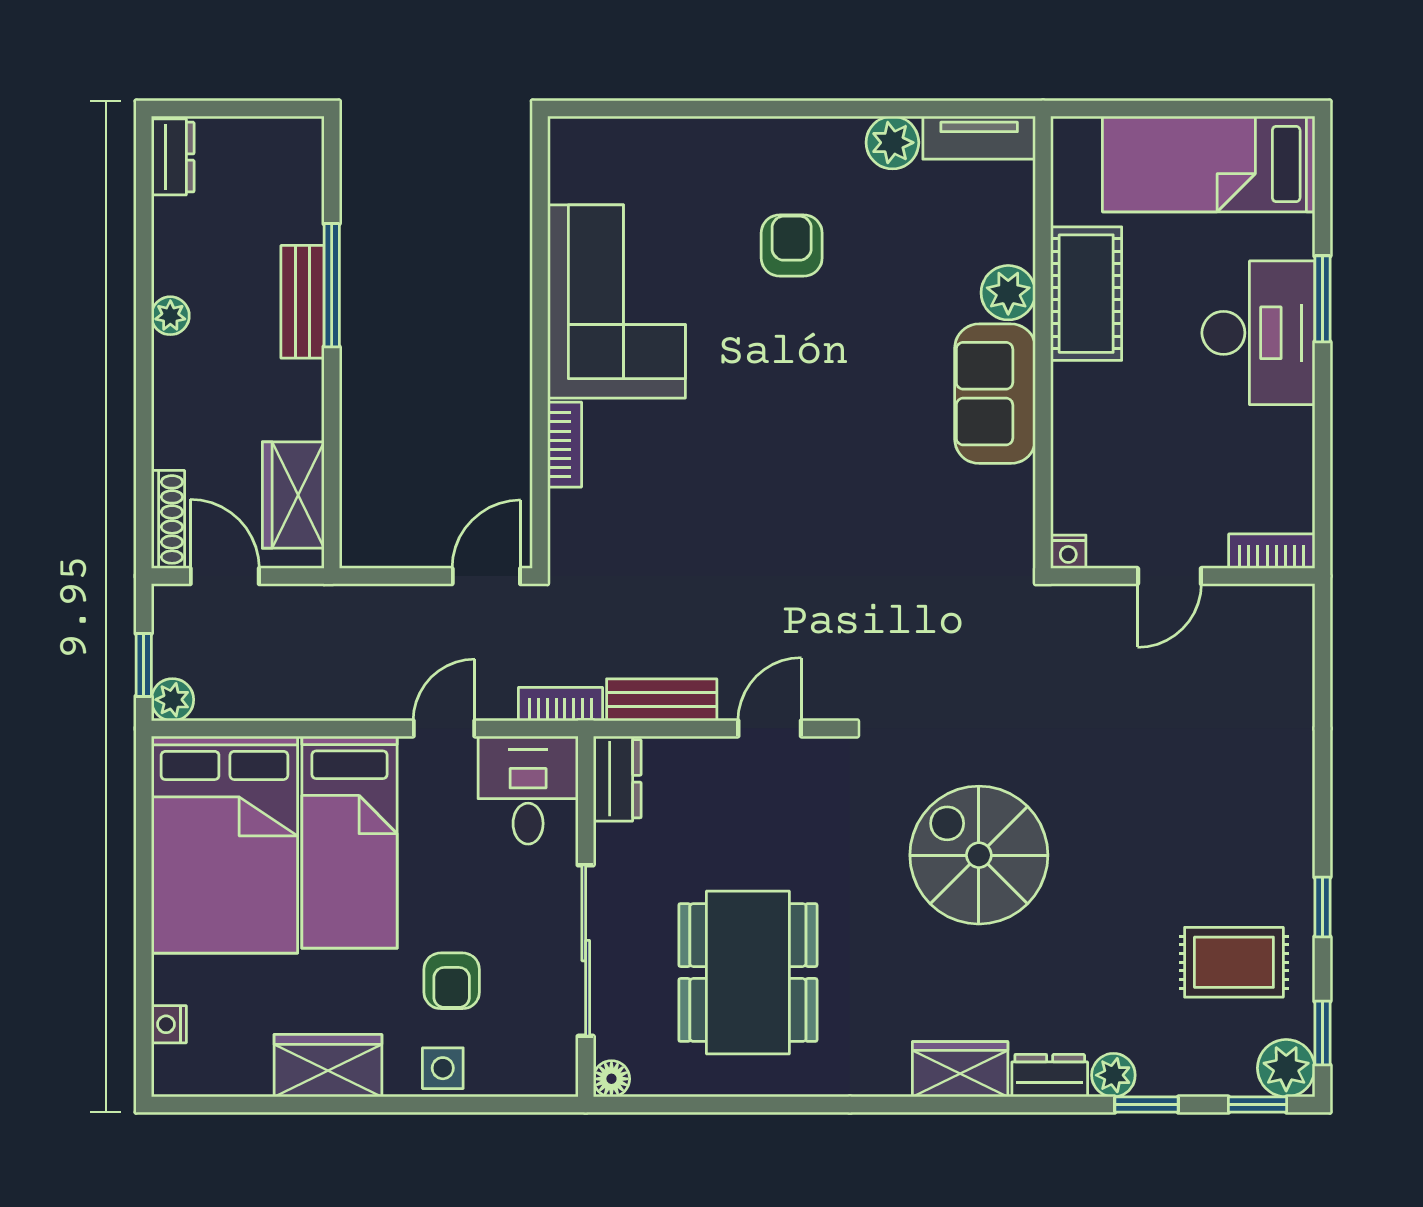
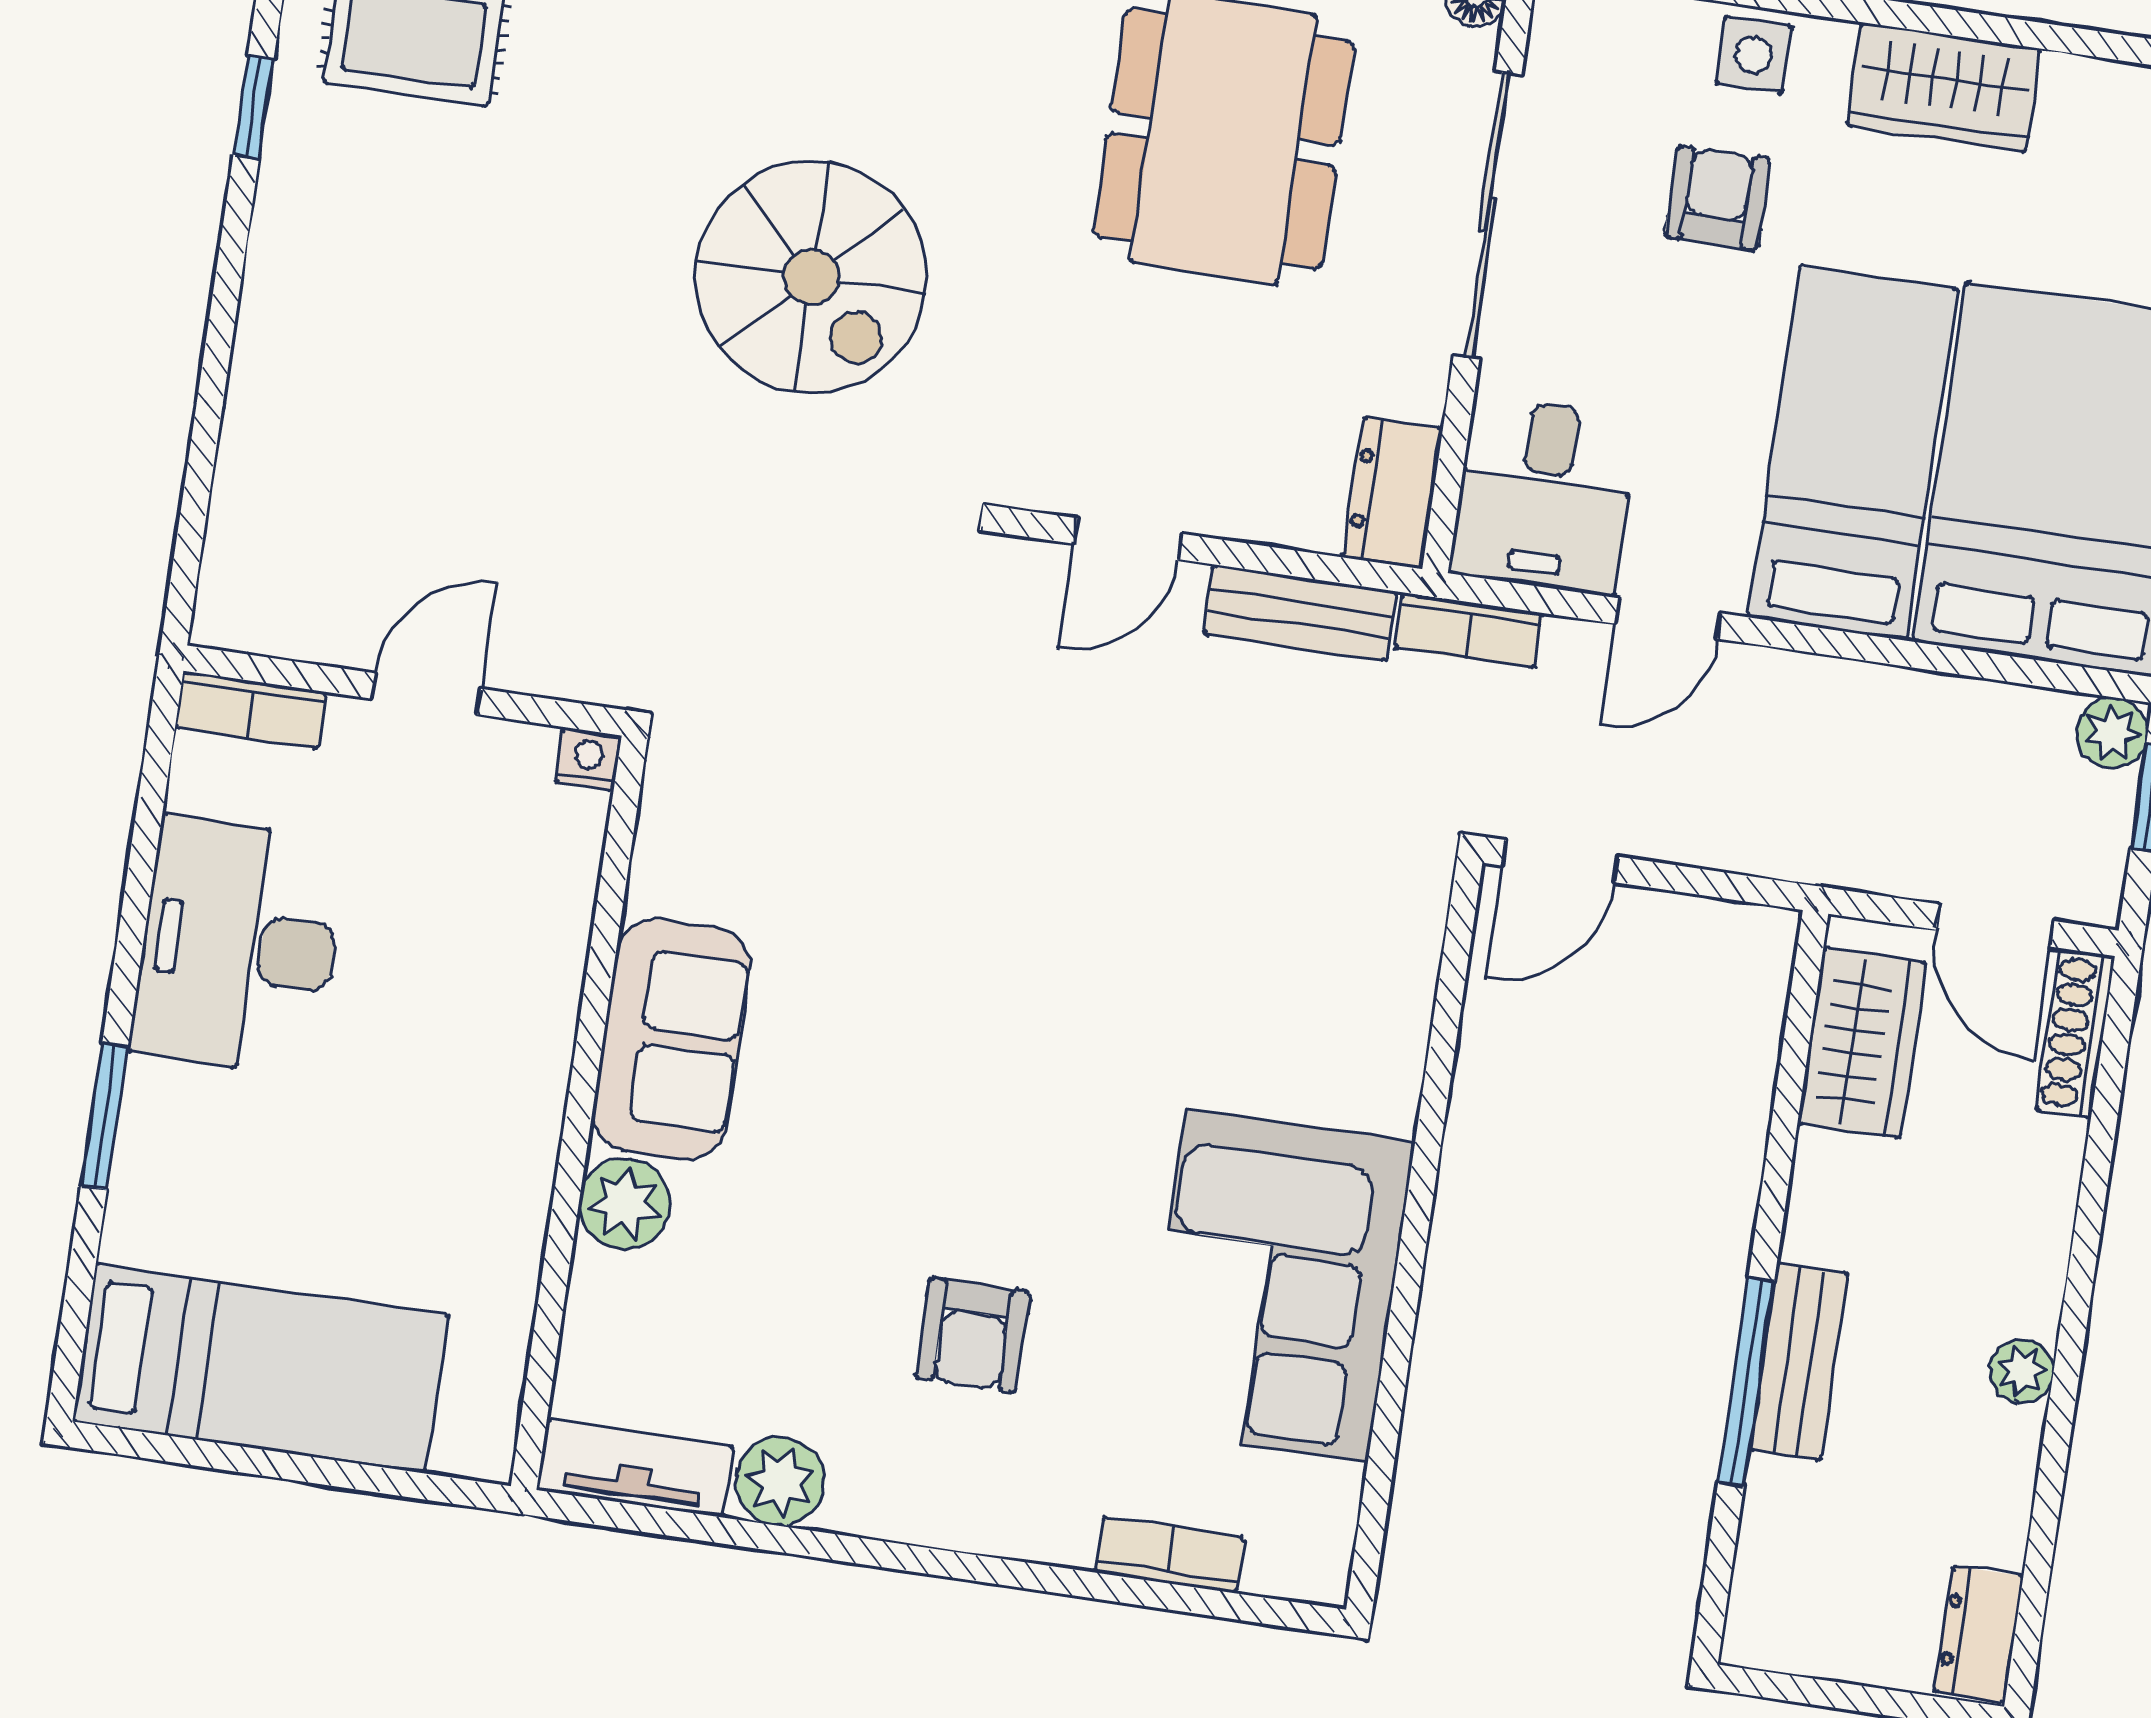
cot: (1086, 294) -> (495, 1183), removed
desk: (1258, 333) -> (238, 946), moved
bookcase: (565, 445) -> (1170, 1555), moved, turned 90

